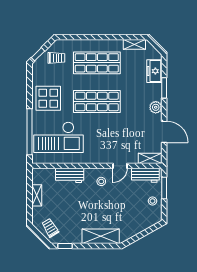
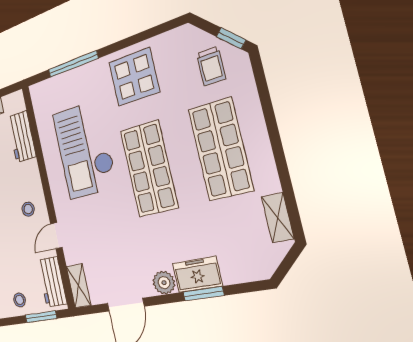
window: (38, 54) -> (231, 38), moved
freezer: (154, 71) -> (197, 274), moved
window: (29, 132) -> (73, 64), width x0.68
checkout: (58, 137) -> (84, 150), moved
door: (120, 166) -> (56, 236), hinge flipped
workbench: (70, 175) -> (22, 137), moved

